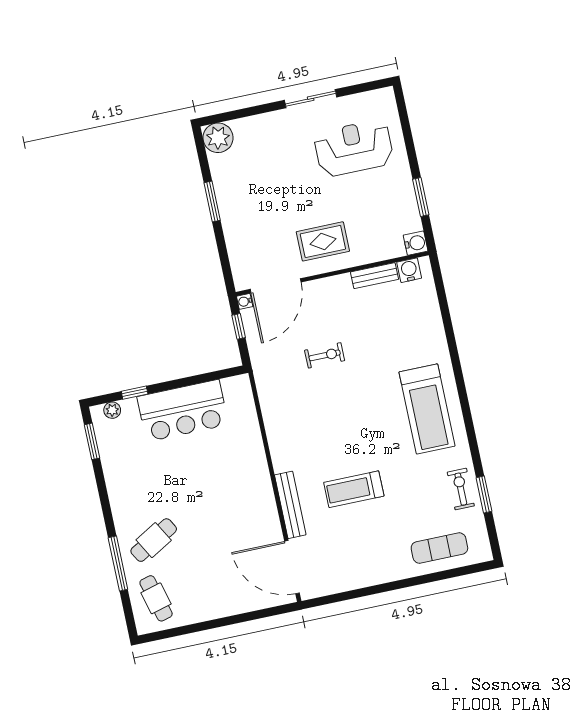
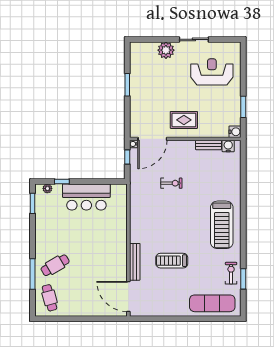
plant: (218, 138) -> (166, 50), moved
exercise mat: (439, 548) -> (212, 303), width x1.36, depth x1.45

